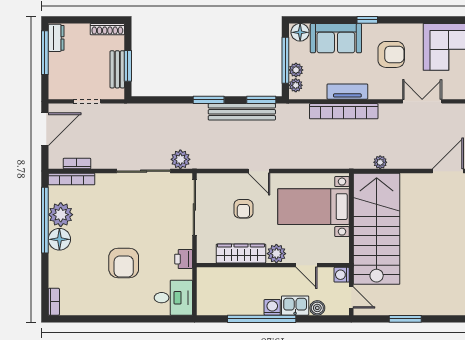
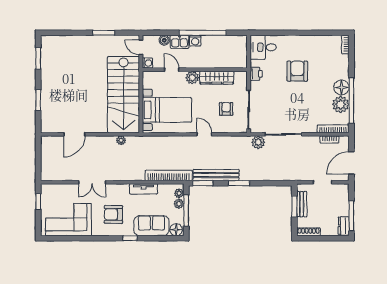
bookcase: (344, 111) -> (169, 175), moved
armchair: (243, 209) -> (226, 109), moved

